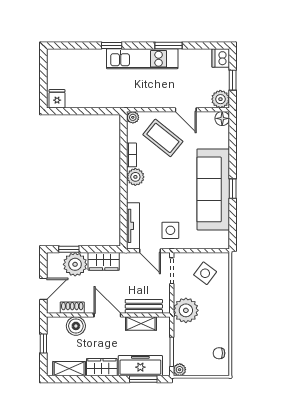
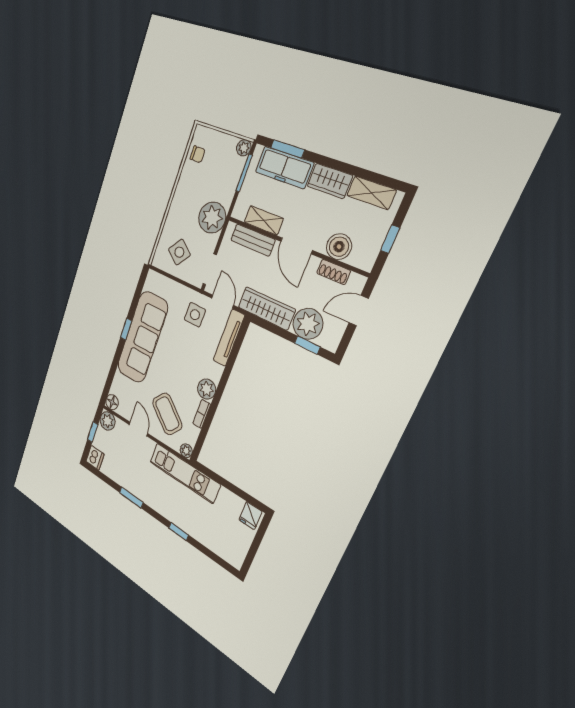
kitchen unit: (142, 59) -> (184, 473), moved, turned 180
wardrobe: (104, 261) -> (266, 308), width x1.50

